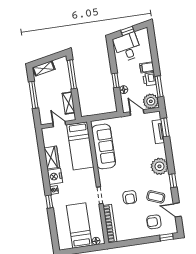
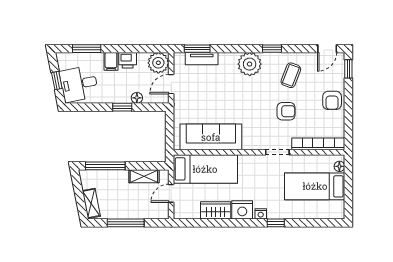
window: (159, 86) -> (87, 49), moved
door: (177, 210) -> (327, 49), moved
armchair: (154, 222) -> (332, 100), moved

